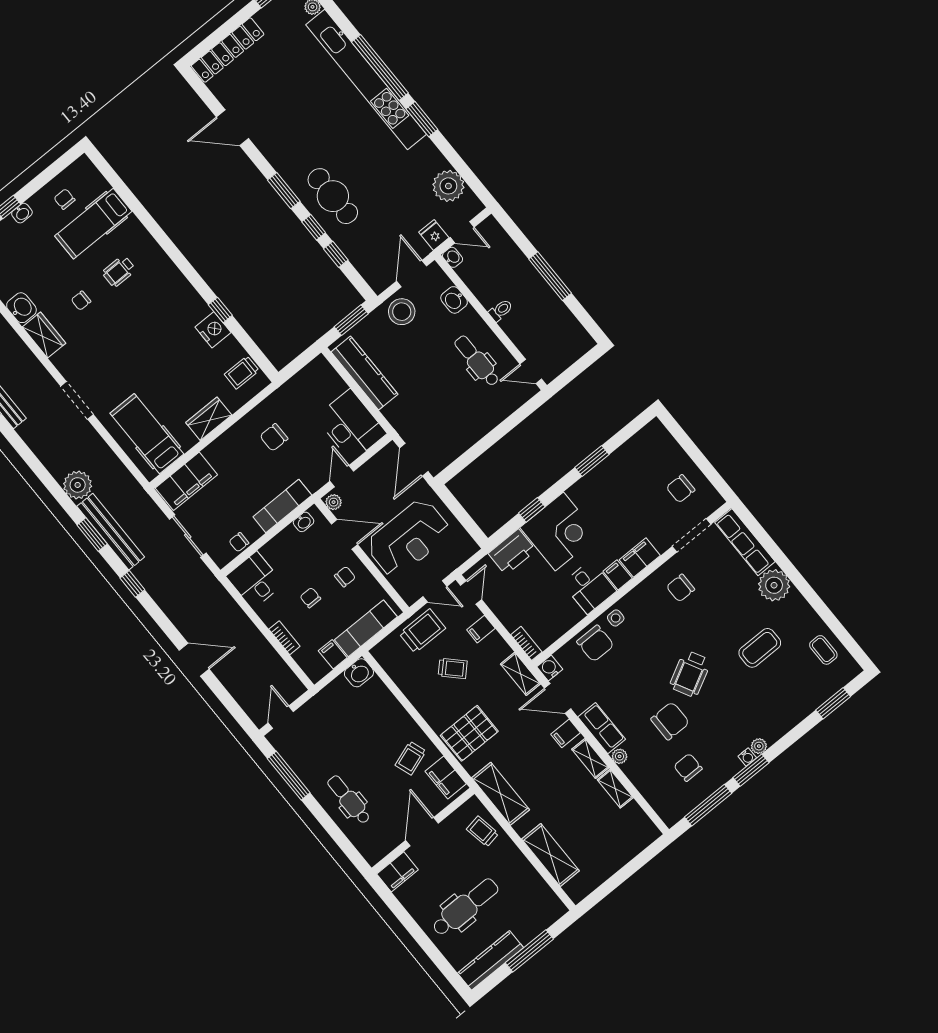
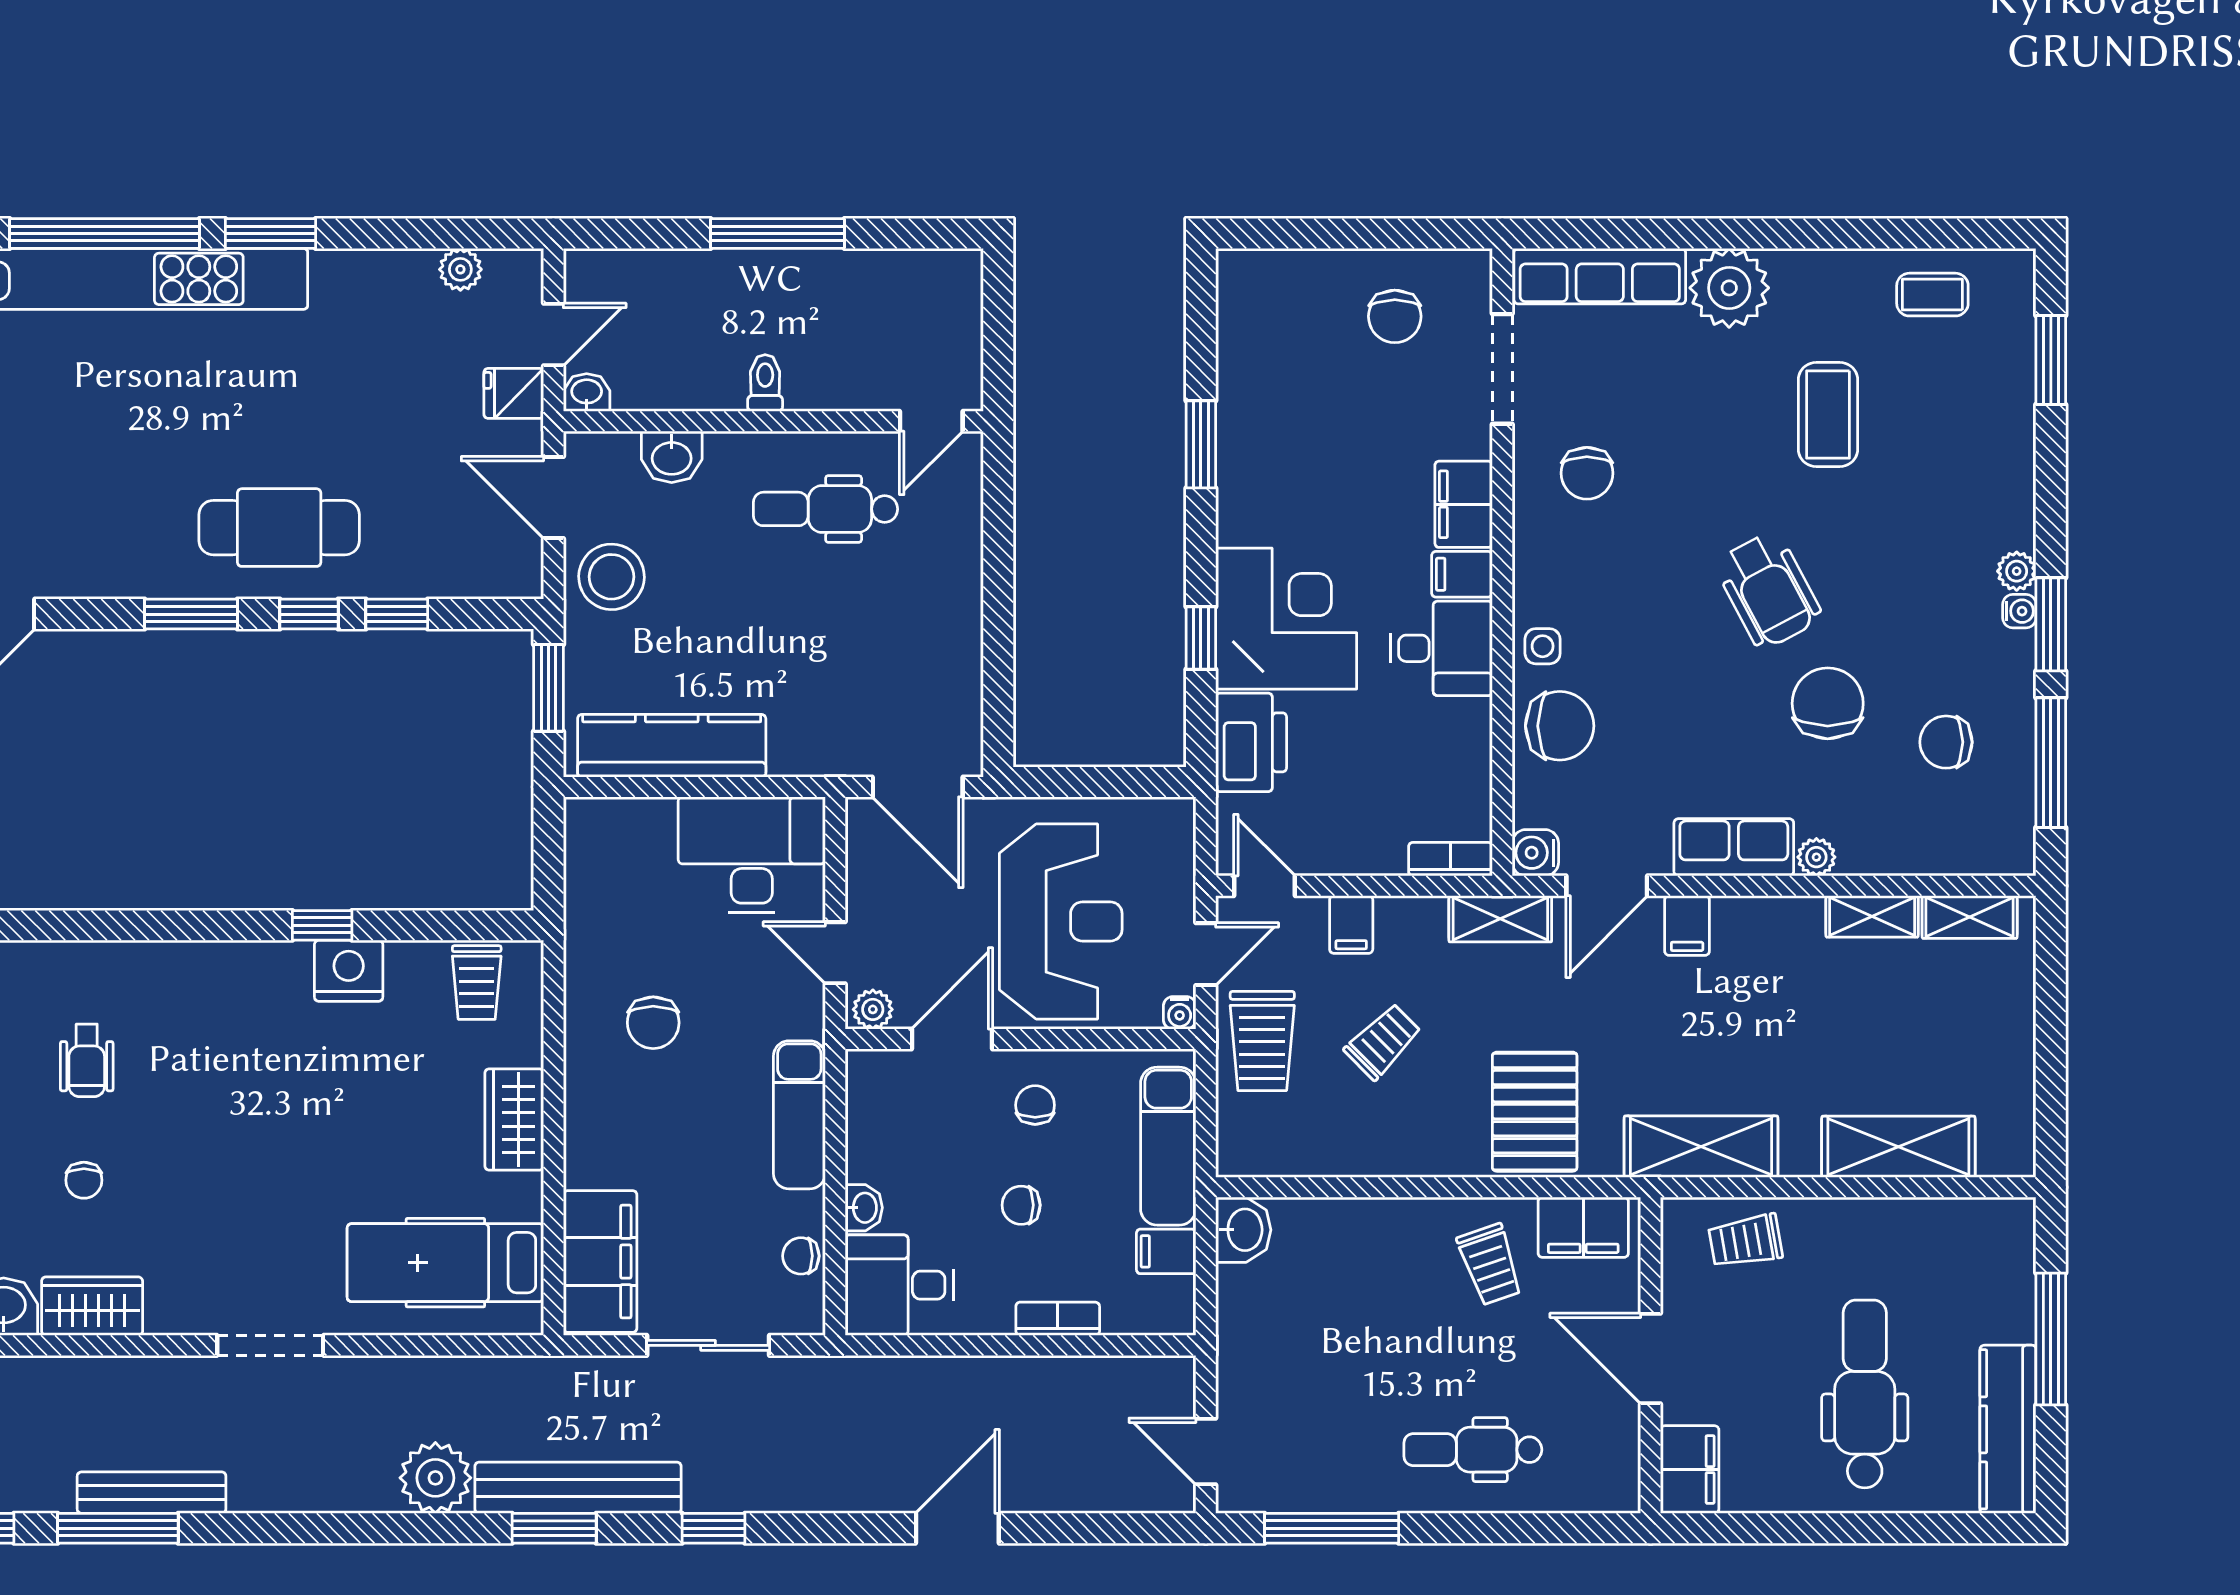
plant: (448, 186) -> (460, 269), width x0.53, depth x0.53
washbasin: (304, 522) -> (864, 1208), moved
chair: (239, 542) -> (801, 1256), turned 90
water cooler: (410, 598) -> (1180, 1013), added
trolley: (422, 631) -> (1262, 1041), turned 180
shelving: (590, 758) -> (1970, 917), moved

